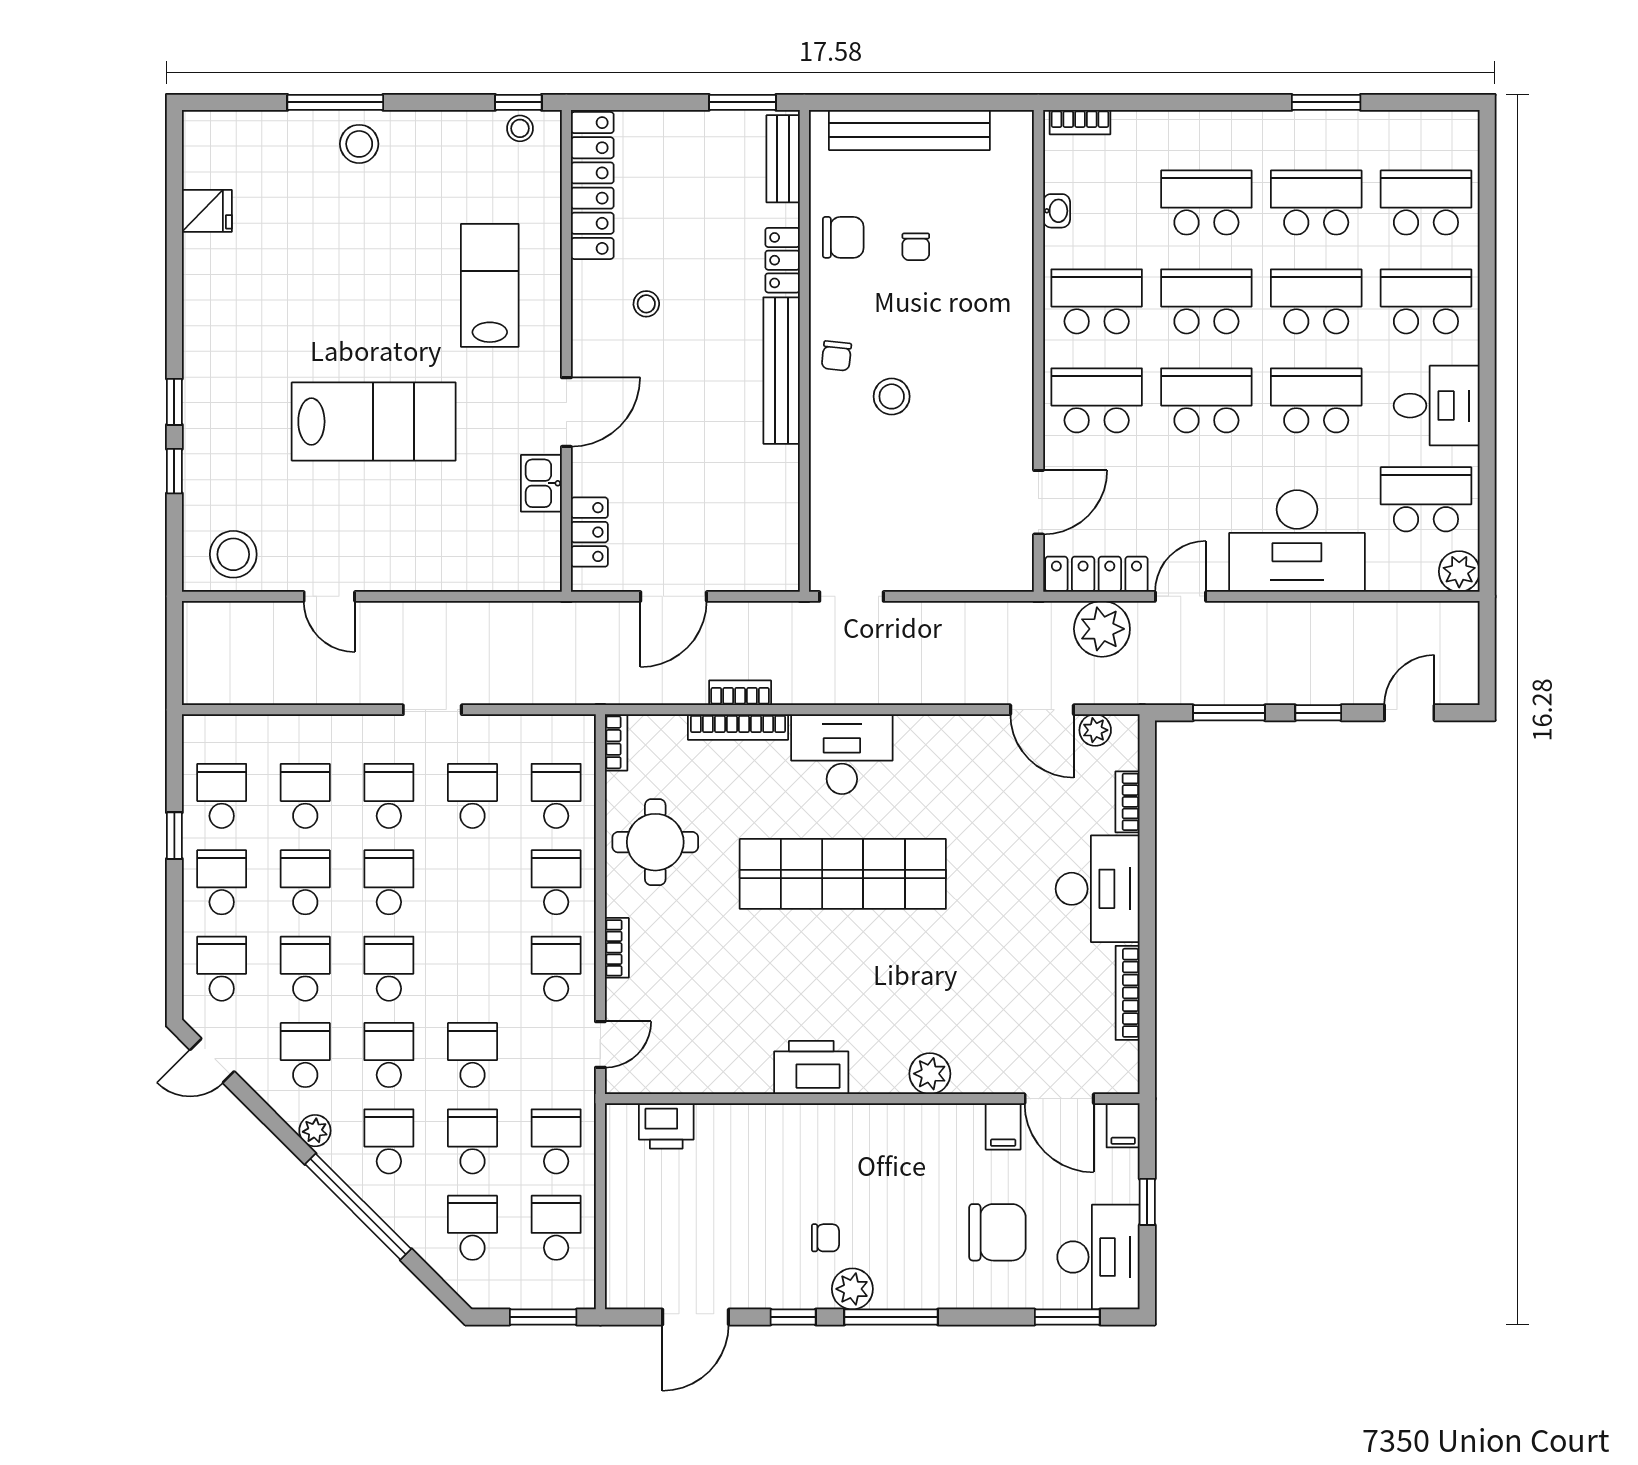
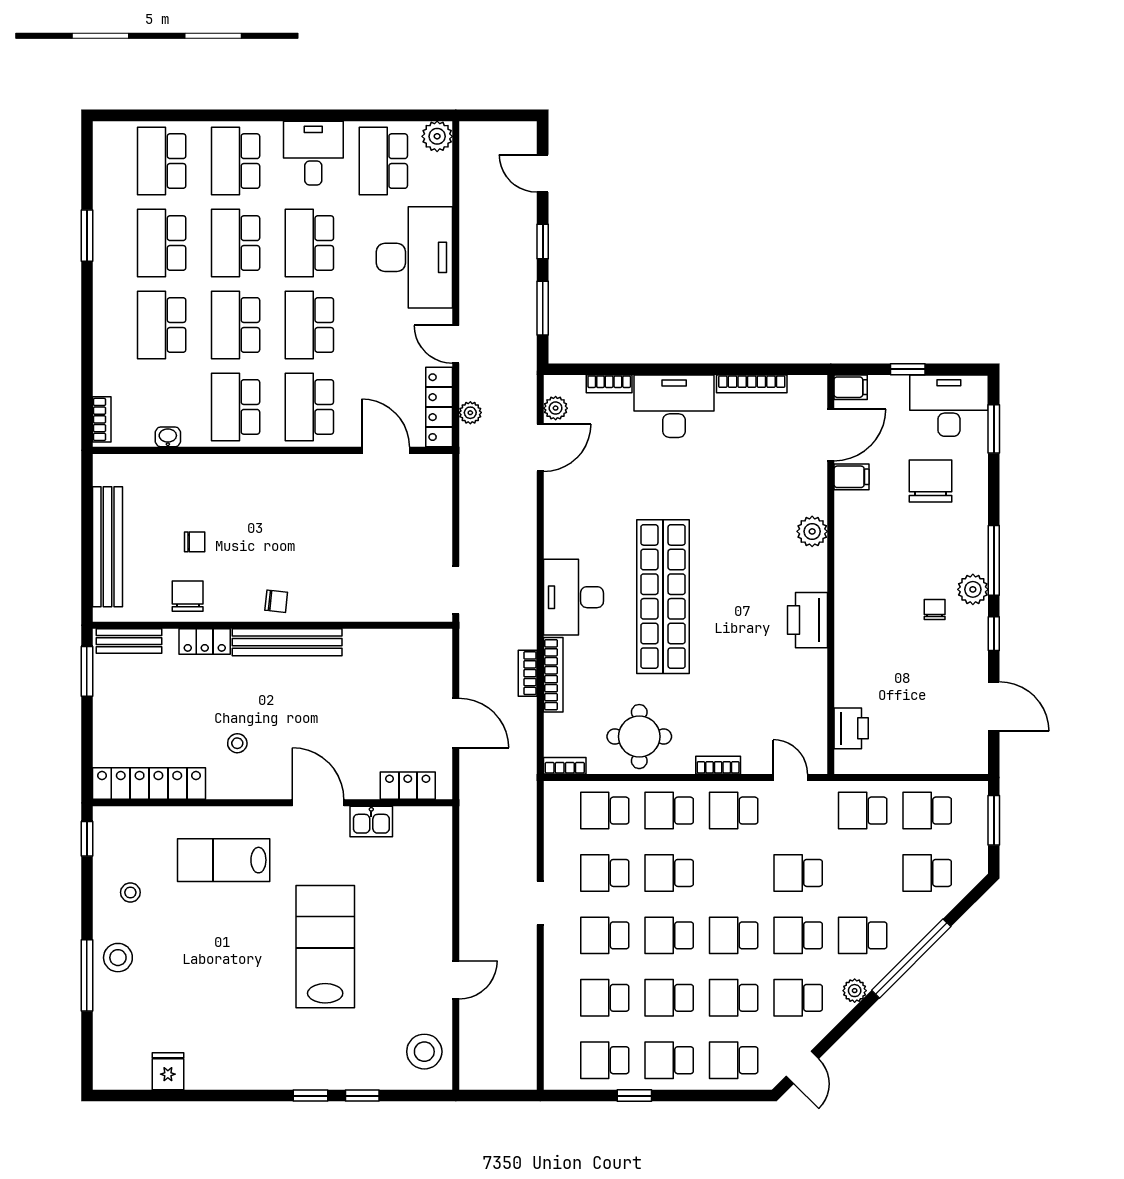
stool: (520, 128) -> (130, 892), moved
stool: (892, 396) -> (306, 560), removed
plant: (1102, 629) -> (470, 413), width x0.53, depth x0.53
school desk: (472, 1141) -> (669, 873), moved

